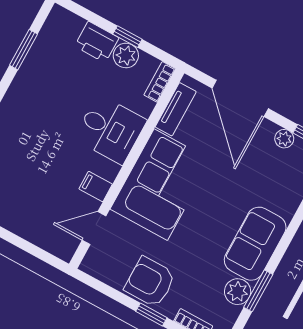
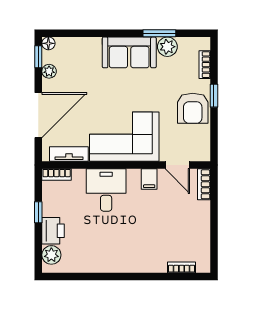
window: (23, 50) -> (85, 277), removed
plant: (126, 55) -> (51, 255), moved
bookcase: (55, 247) -> (204, 184), added

